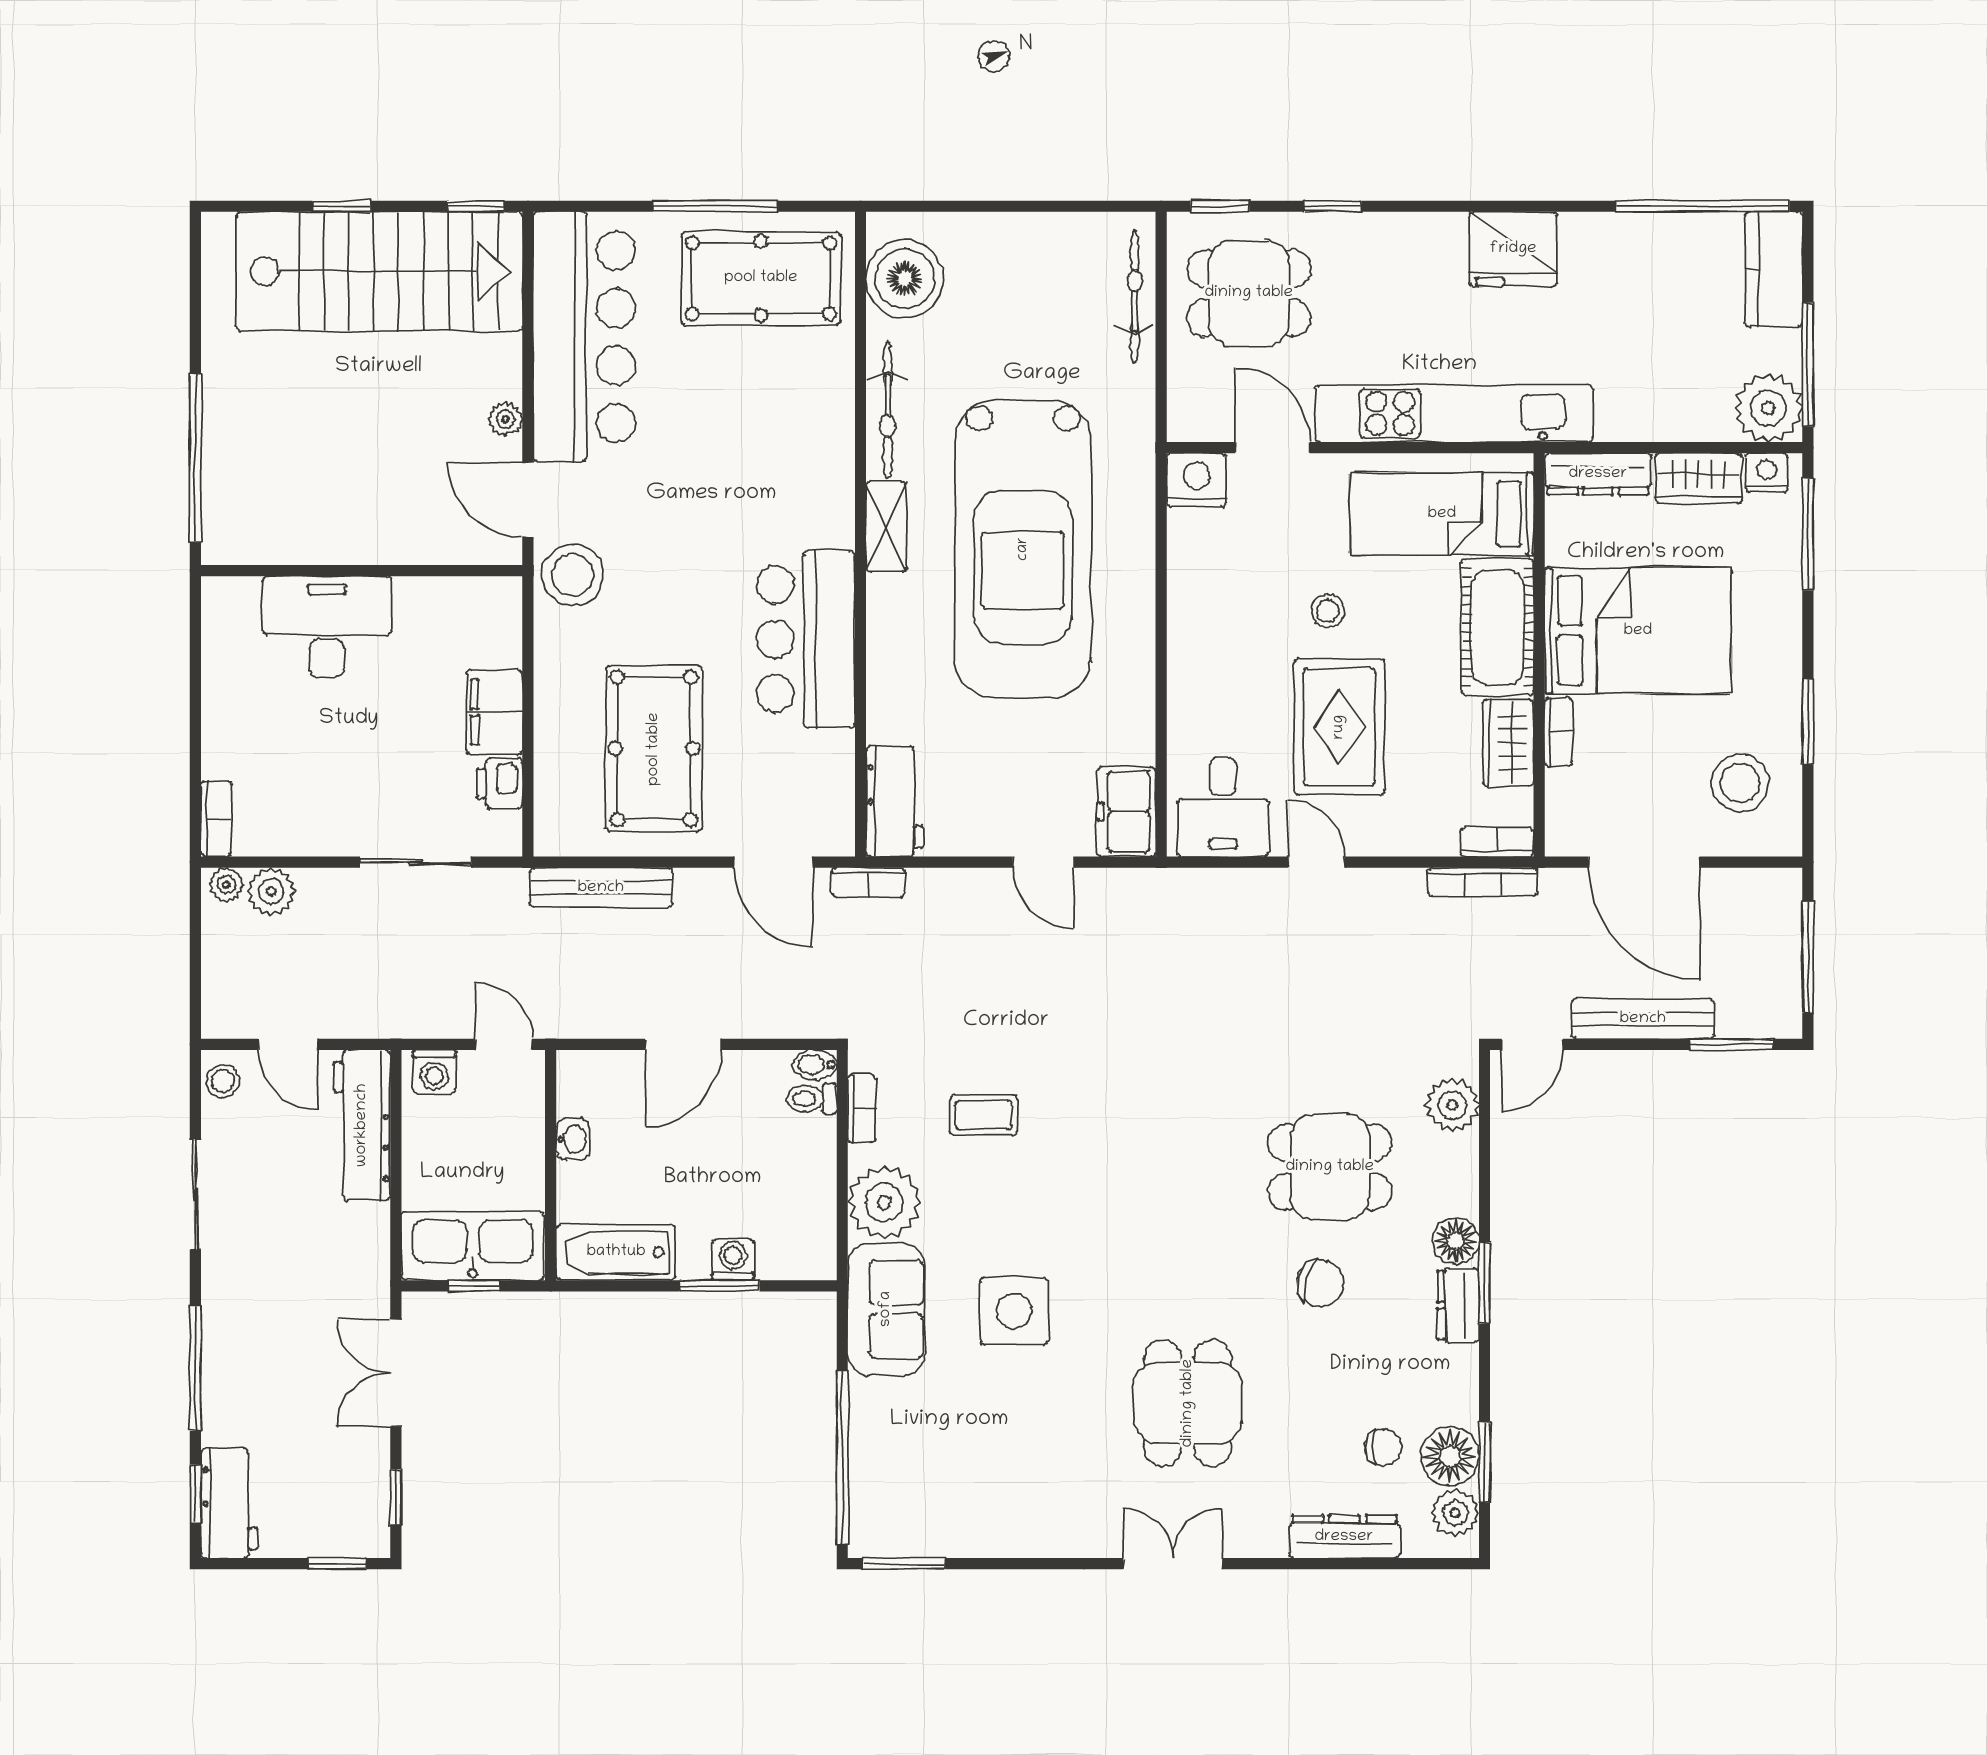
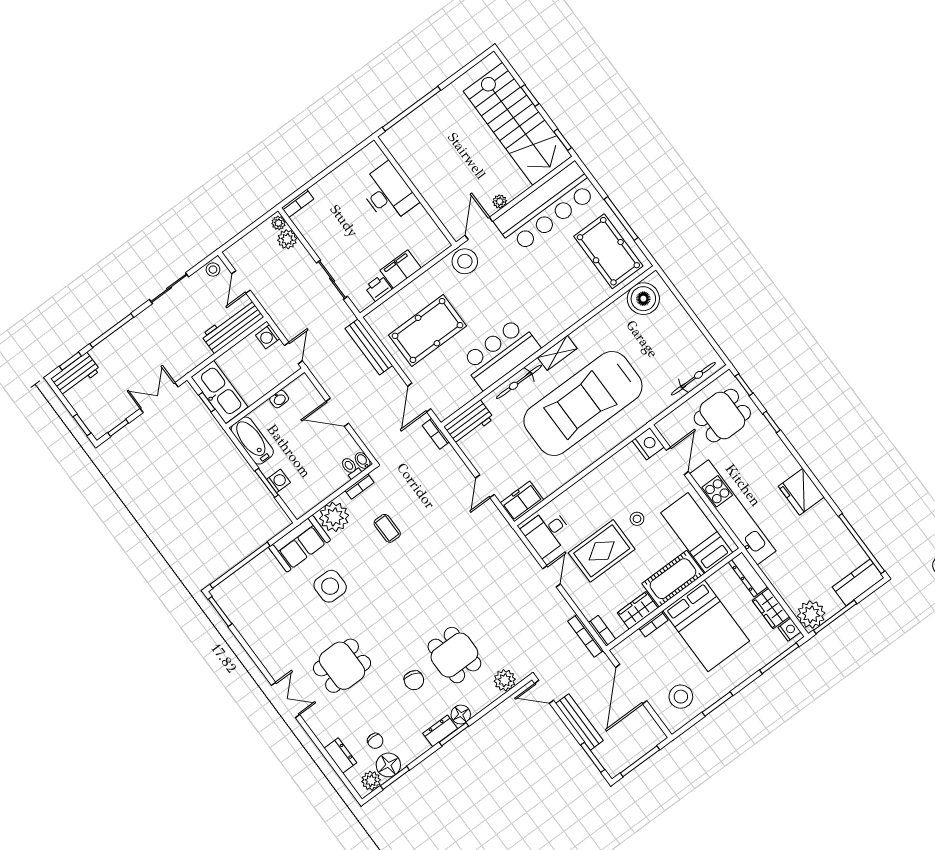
dining table: (1249, 293) -> (722, 416), turned 90
bicycle: (888, 410) -> (519, 382), moved
dresser: (1344, 1537) -> (340, 755), width x0.70

